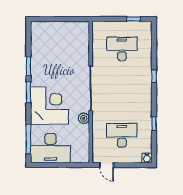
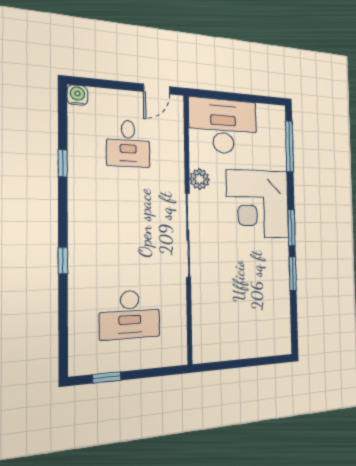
desk: (122, 135) -> (128, 144), width x0.73
desk: (50, 148) -> (223, 126), moved
door: (107, 165) -> (157, 89), swing flipped

